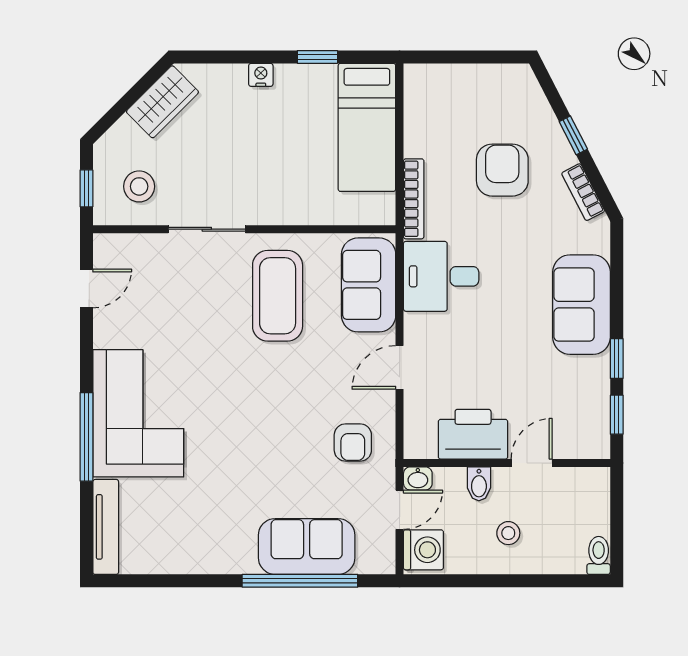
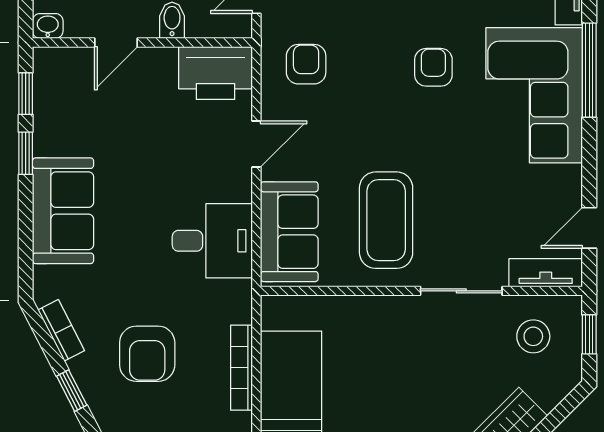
bookcase: (414, 199) -> (241, 368), moved
tv unit: (127, 246) -> (546, 273), added
printer: (473, 434) -> (215, 73), moved
armchair: (233, 440) -> (433, 67), added
washbasin: (418, 478) -> (48, 26), moved

